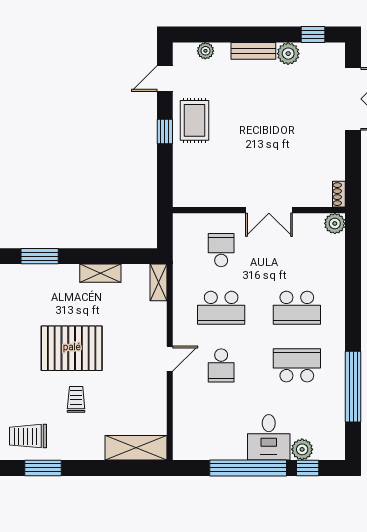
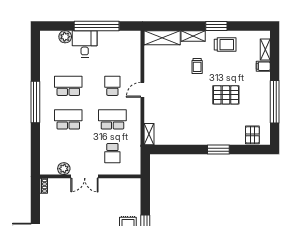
double door: (269, 210) -> (85, 176), swing flipped
plant: (335, 223) -> (64, 169), moved
shelving: (100, 273) -> (193, 36), moved
pallet: (72, 348) -> (226, 95), moved, width x0.73, depth x0.71
school desk: (297, 365) -> (68, 86), turned 180
window: (353, 387) -> (35, 102), moved
window: (308, 468) -> (62, 26), removed

